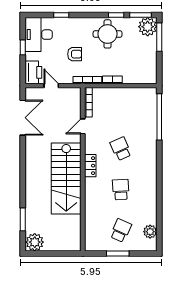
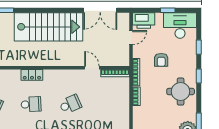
window: (116, 15) -> (199, 76), moved
locker: (90, 166) -> (32, 75), moved
stairs: (66, 178) -> (49, 27), moved, turned 180

